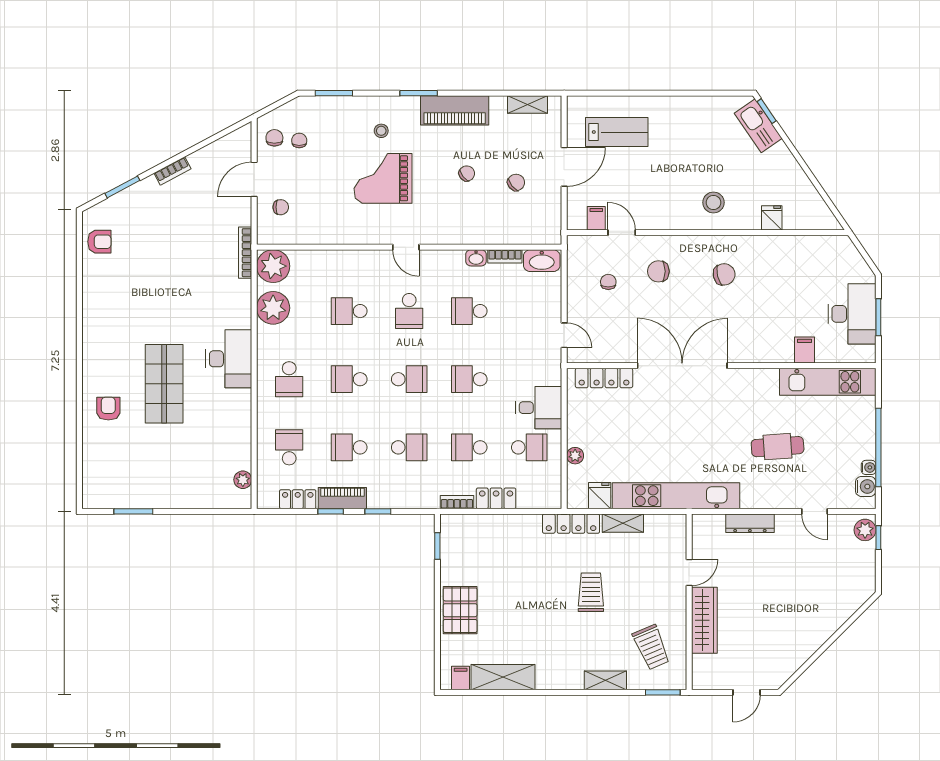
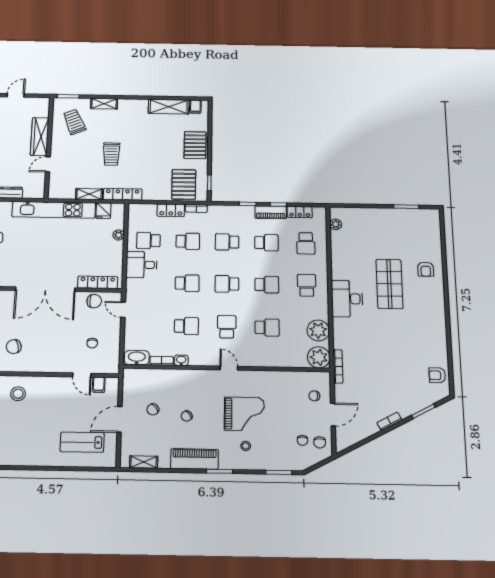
chair: (658, 271) -> (94, 301), moved
pallet: (477, 542) -> (184, 184), added

